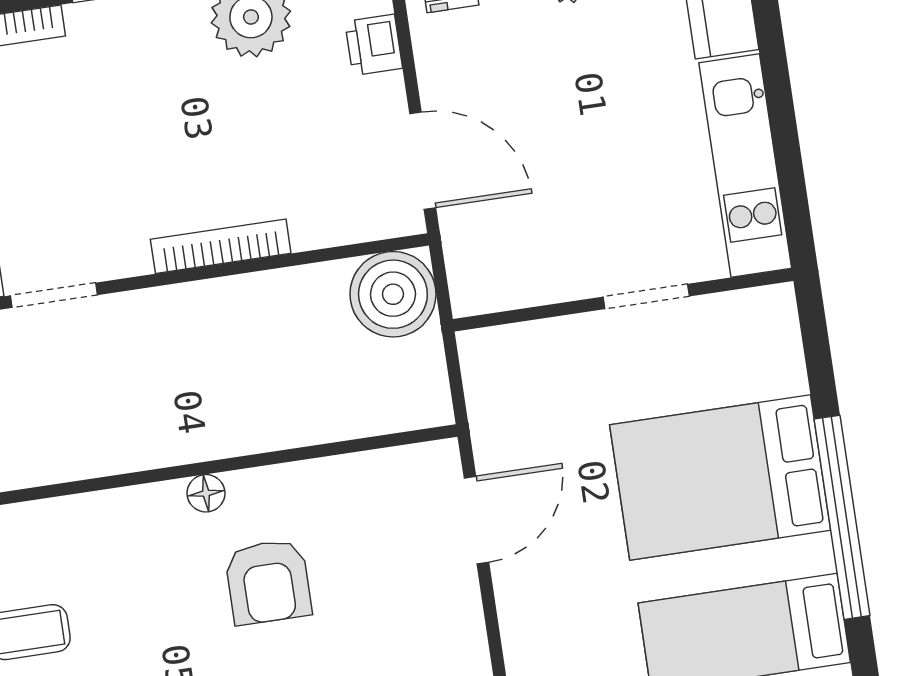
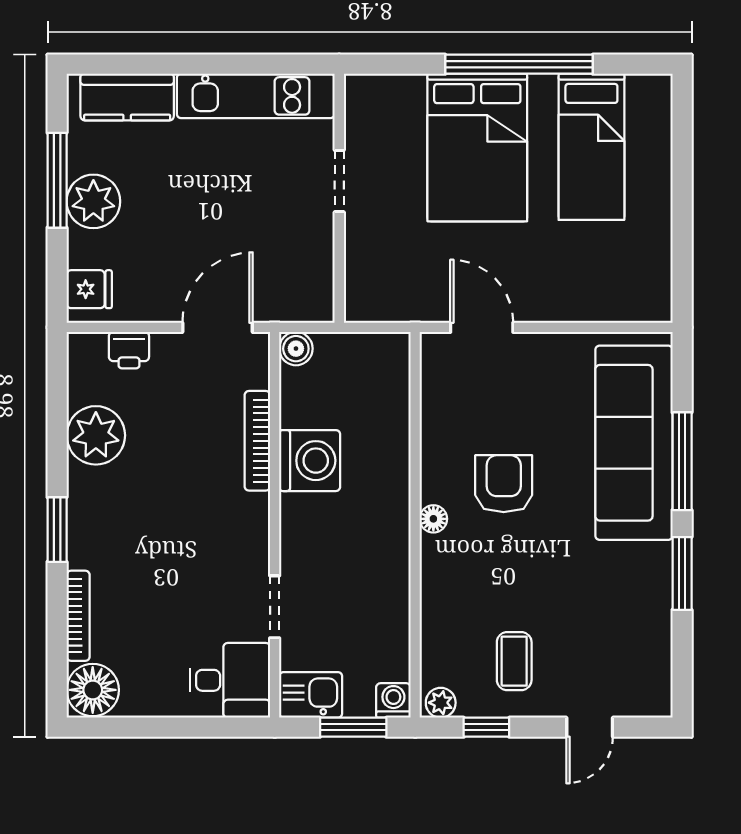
bookcase: (221, 246) -> (257, 441), moved
boiler: (393, 294) -> (296, 349), width x0.54, depth x0.54
washing machine: (260, 313) -> (310, 461), added
armchair: (268, 582) -> (504, 484), turned -90

